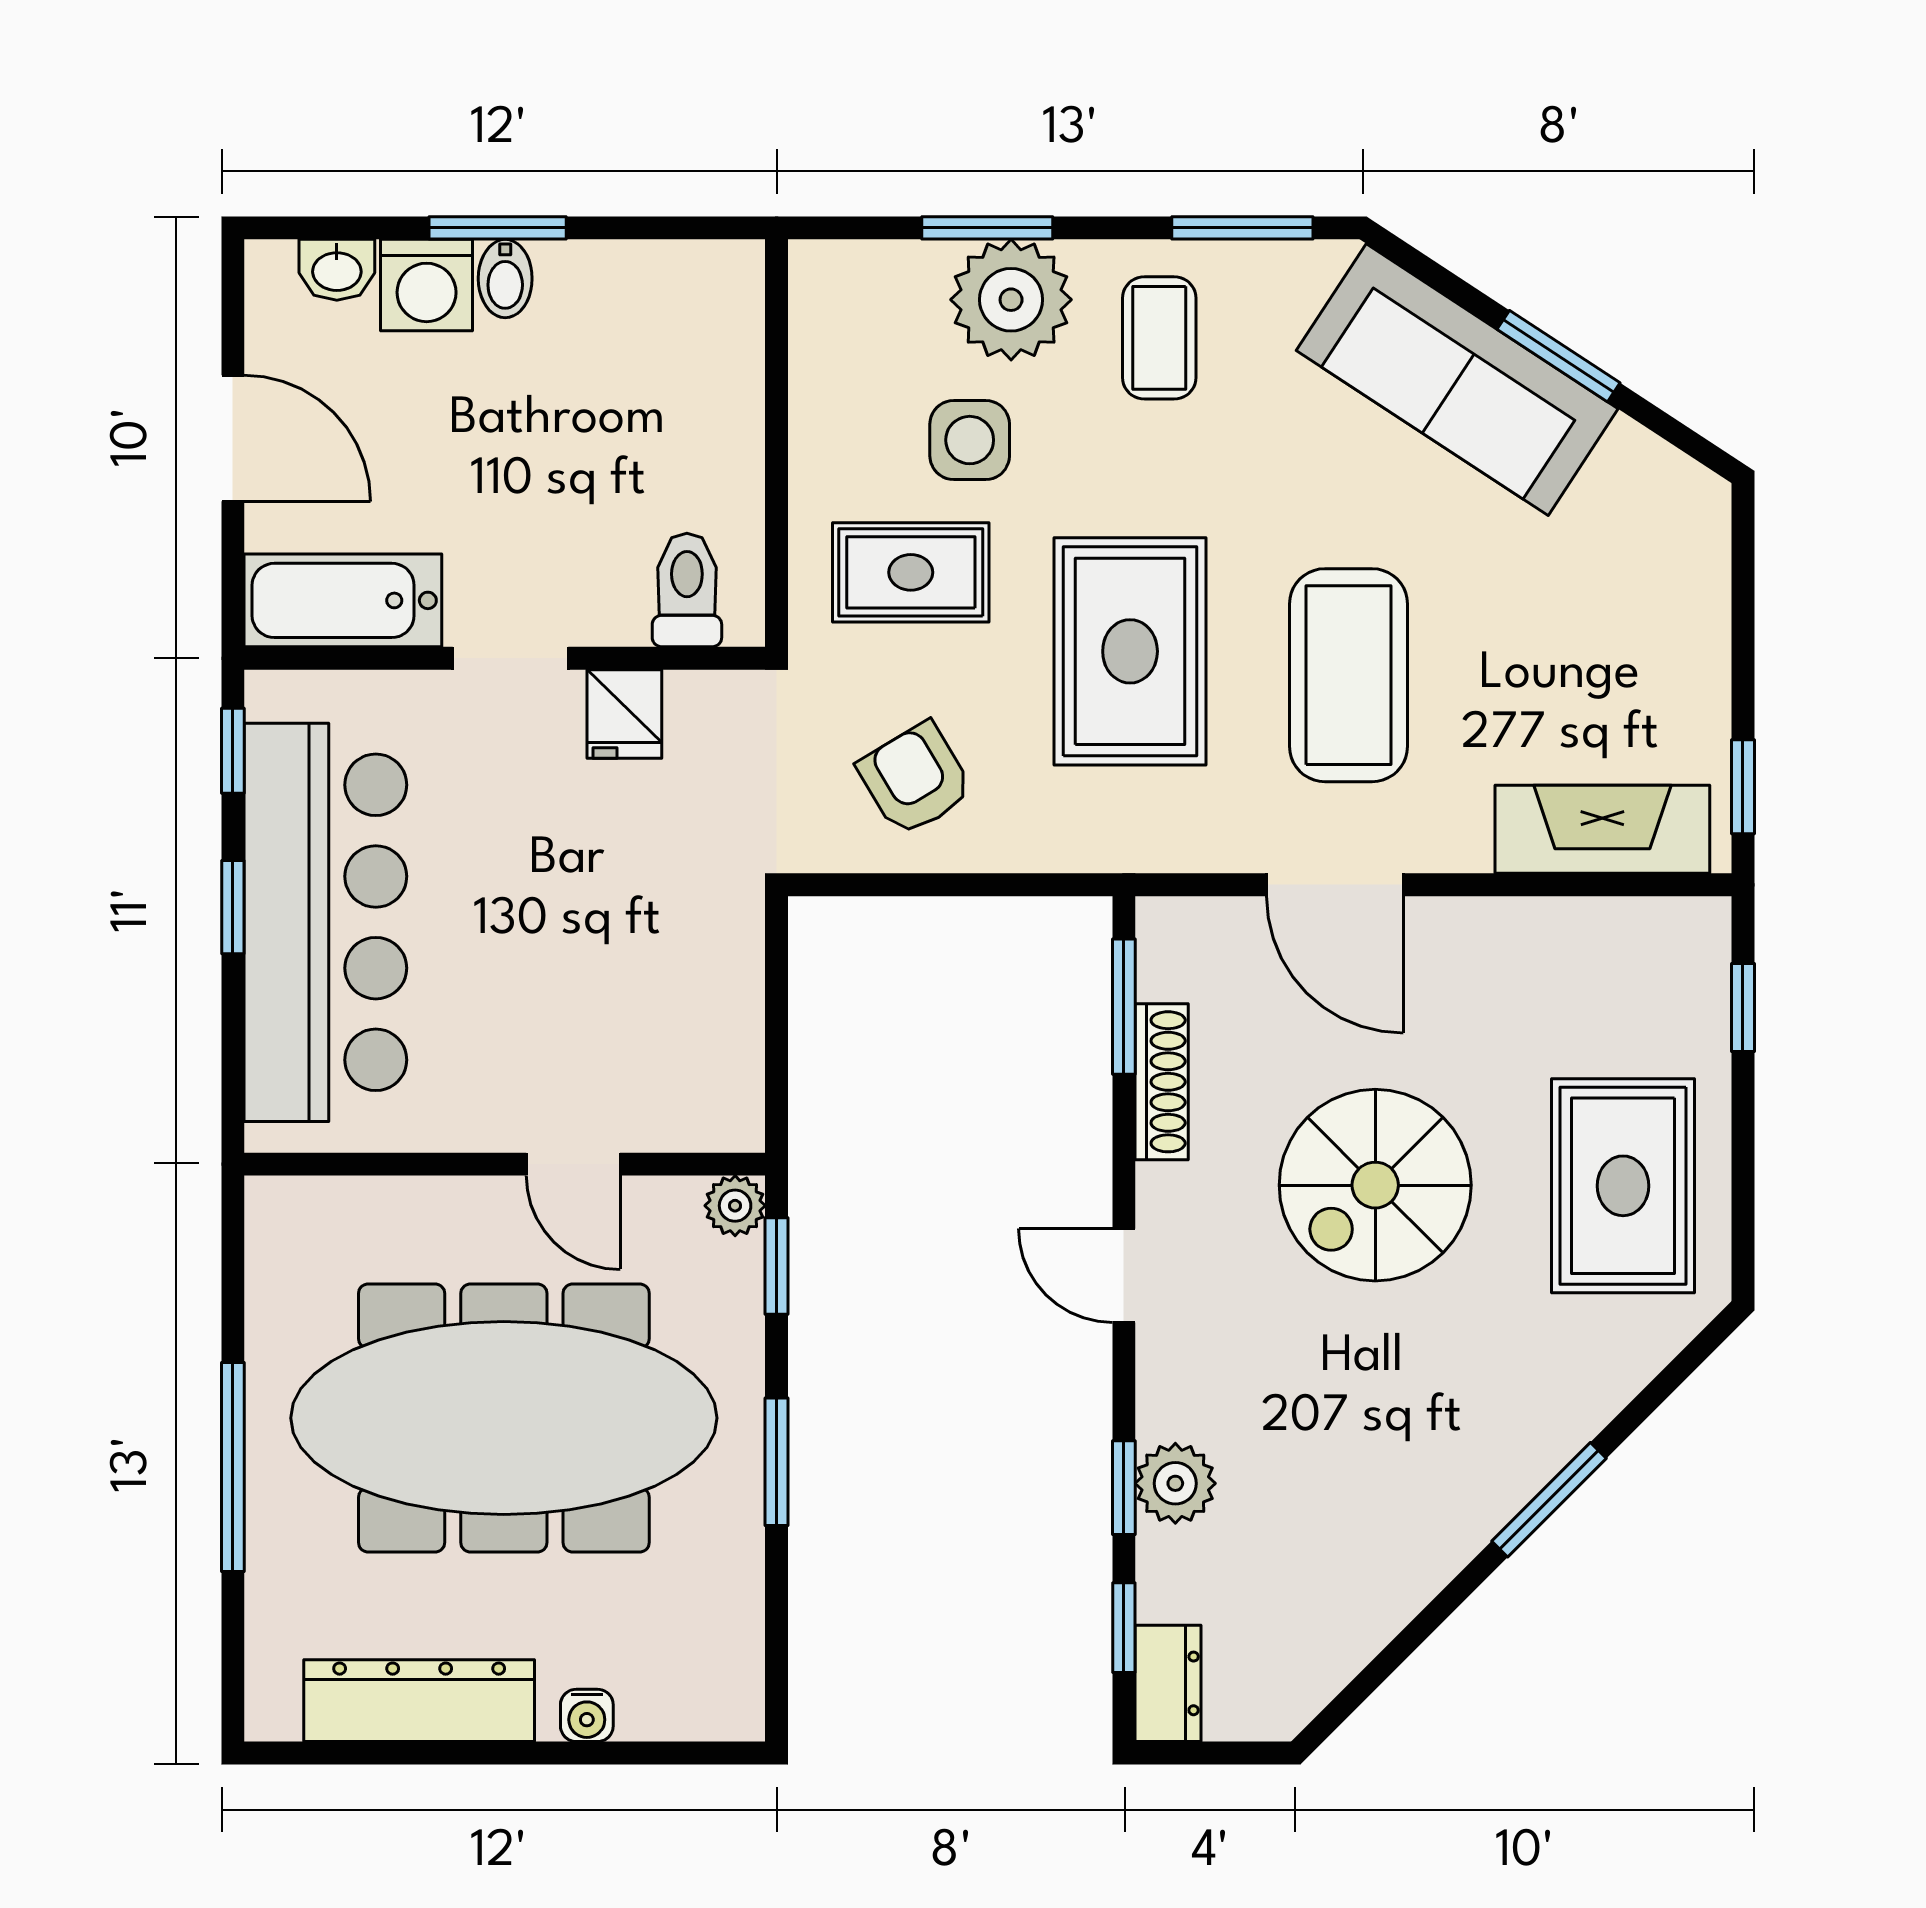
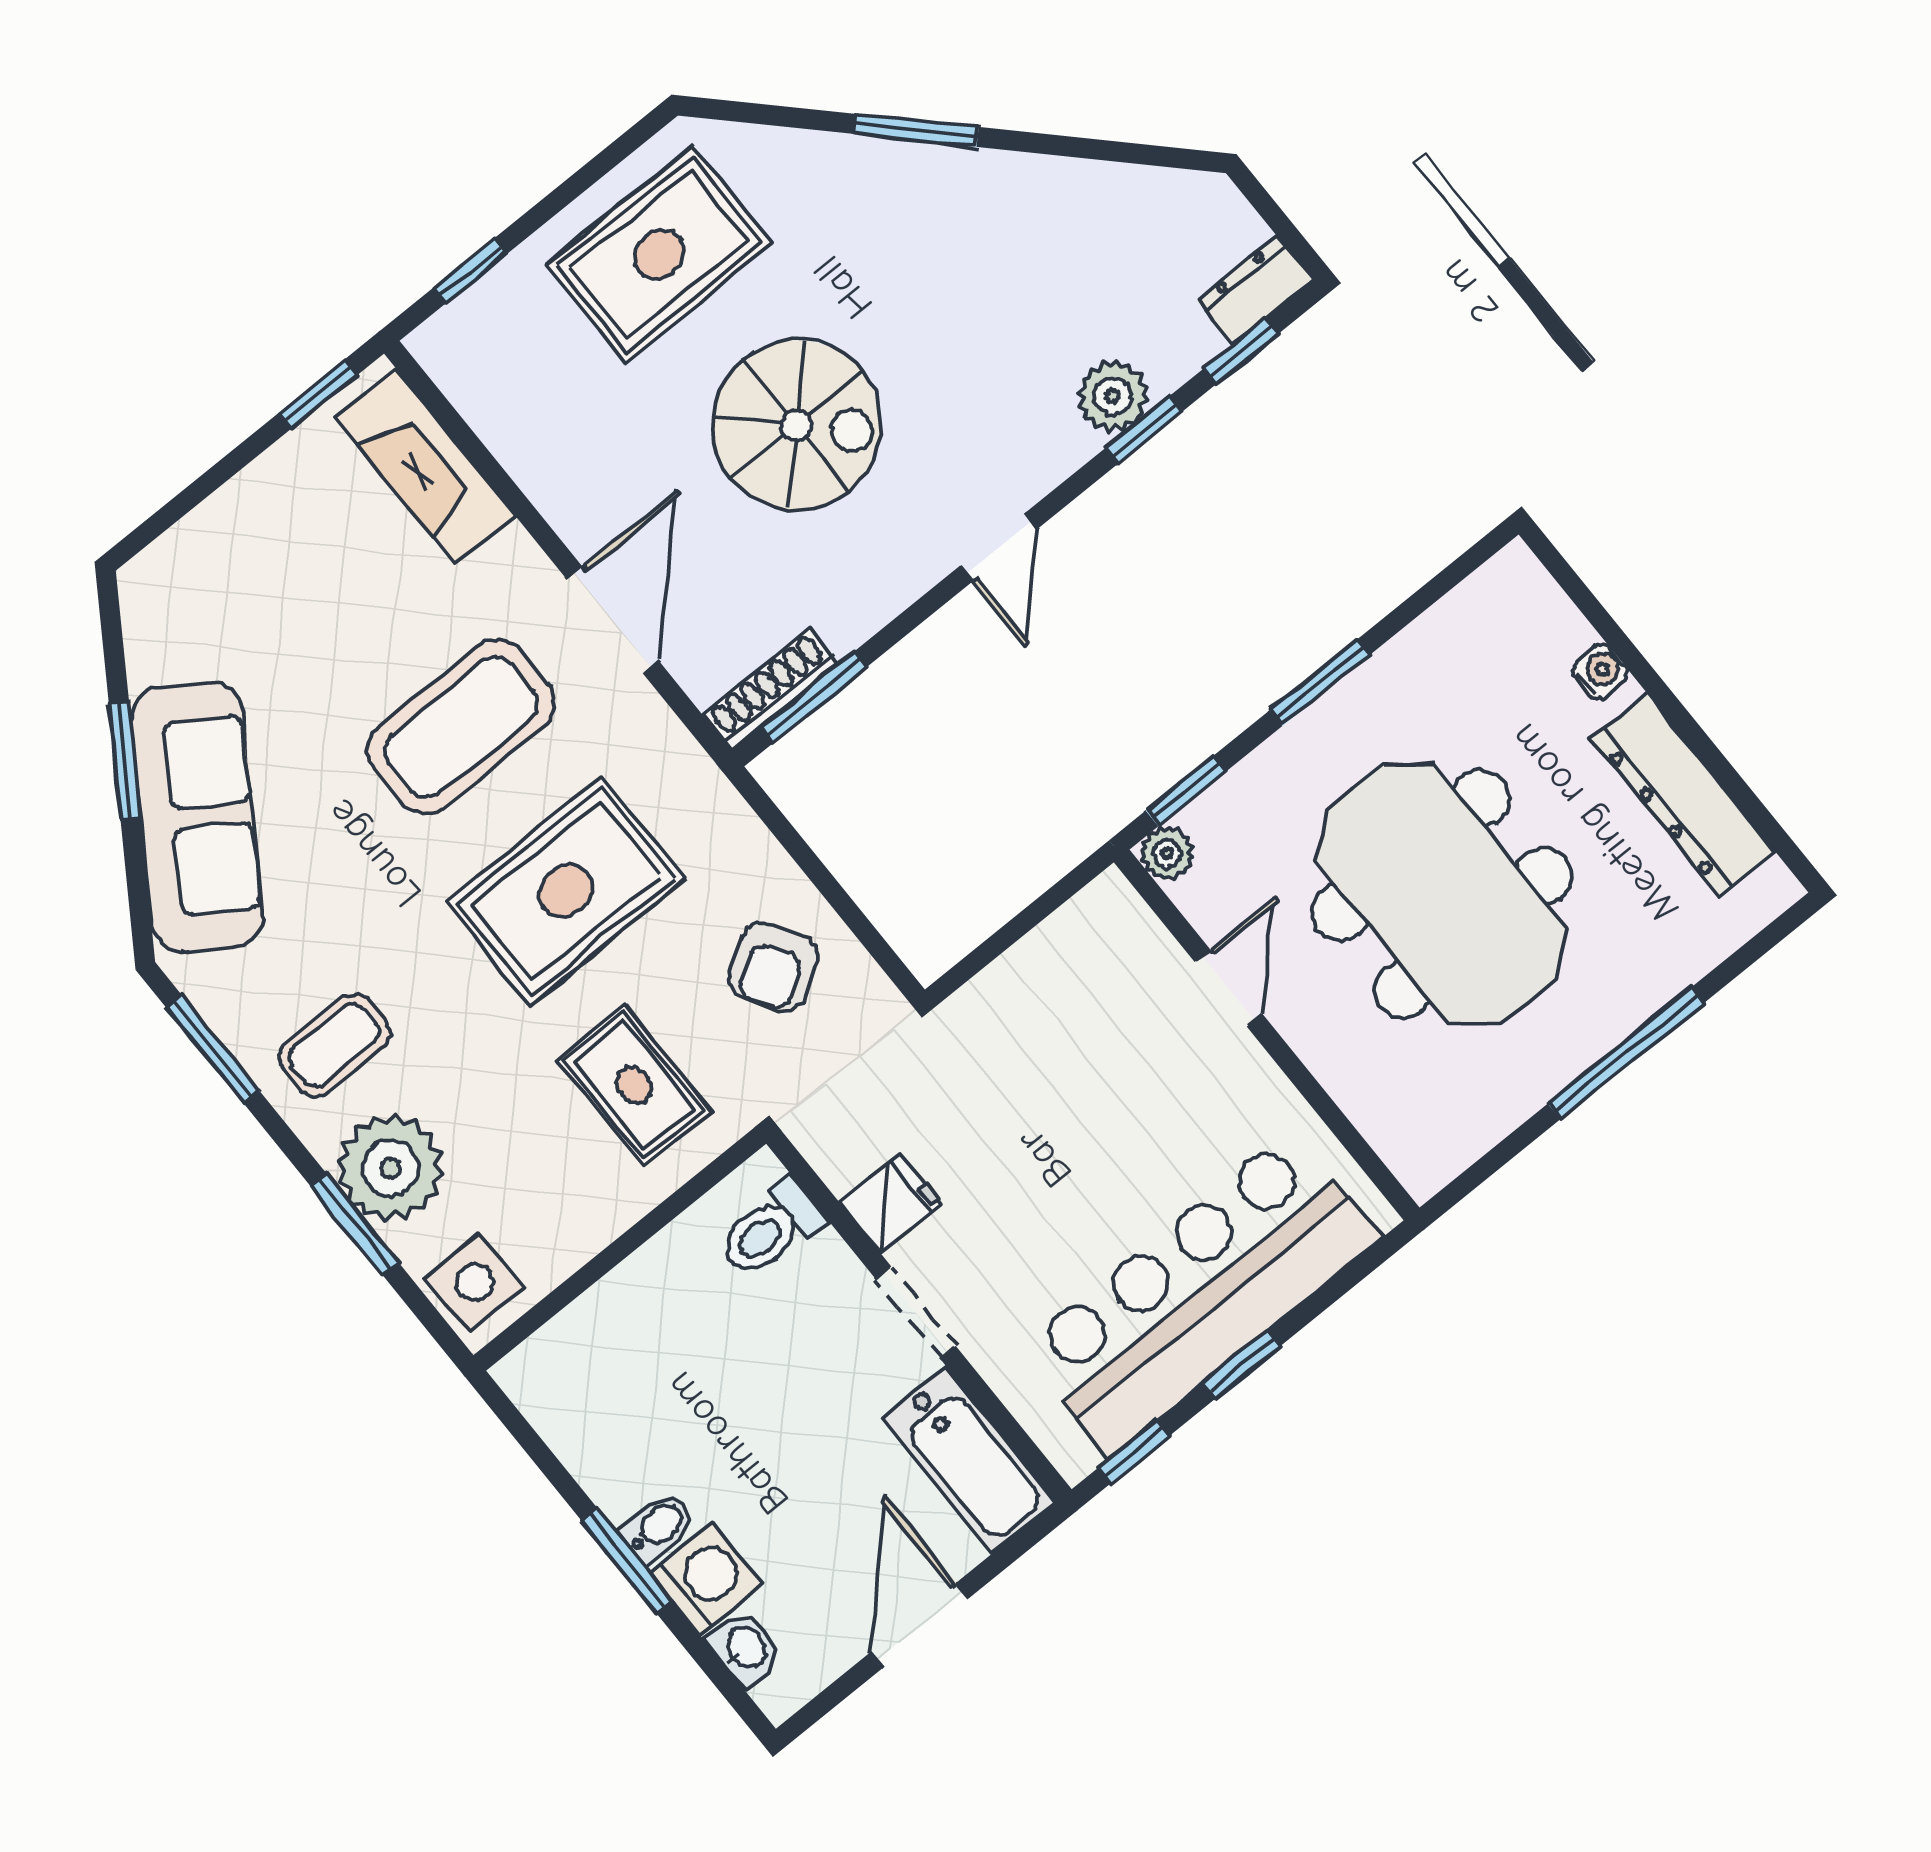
side table: (970, 440) -> (475, 1282), moved
shoe rack: (1162, 1082) -> (770, 689), moved
meeting table: (504, 1418) -> (1442, 894), width x0.73

